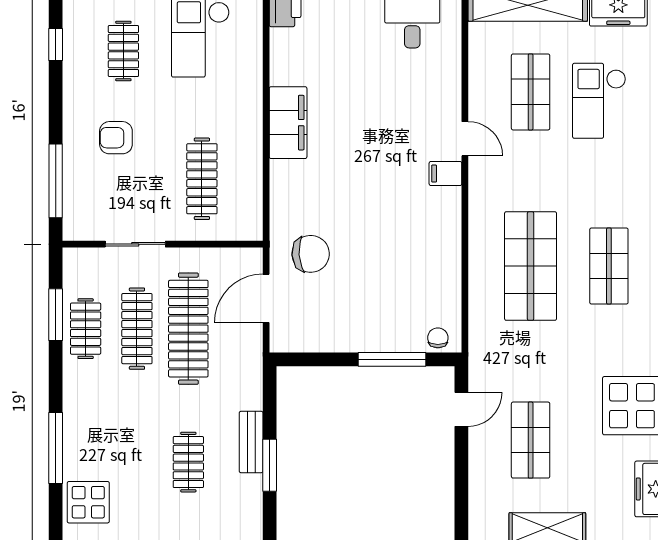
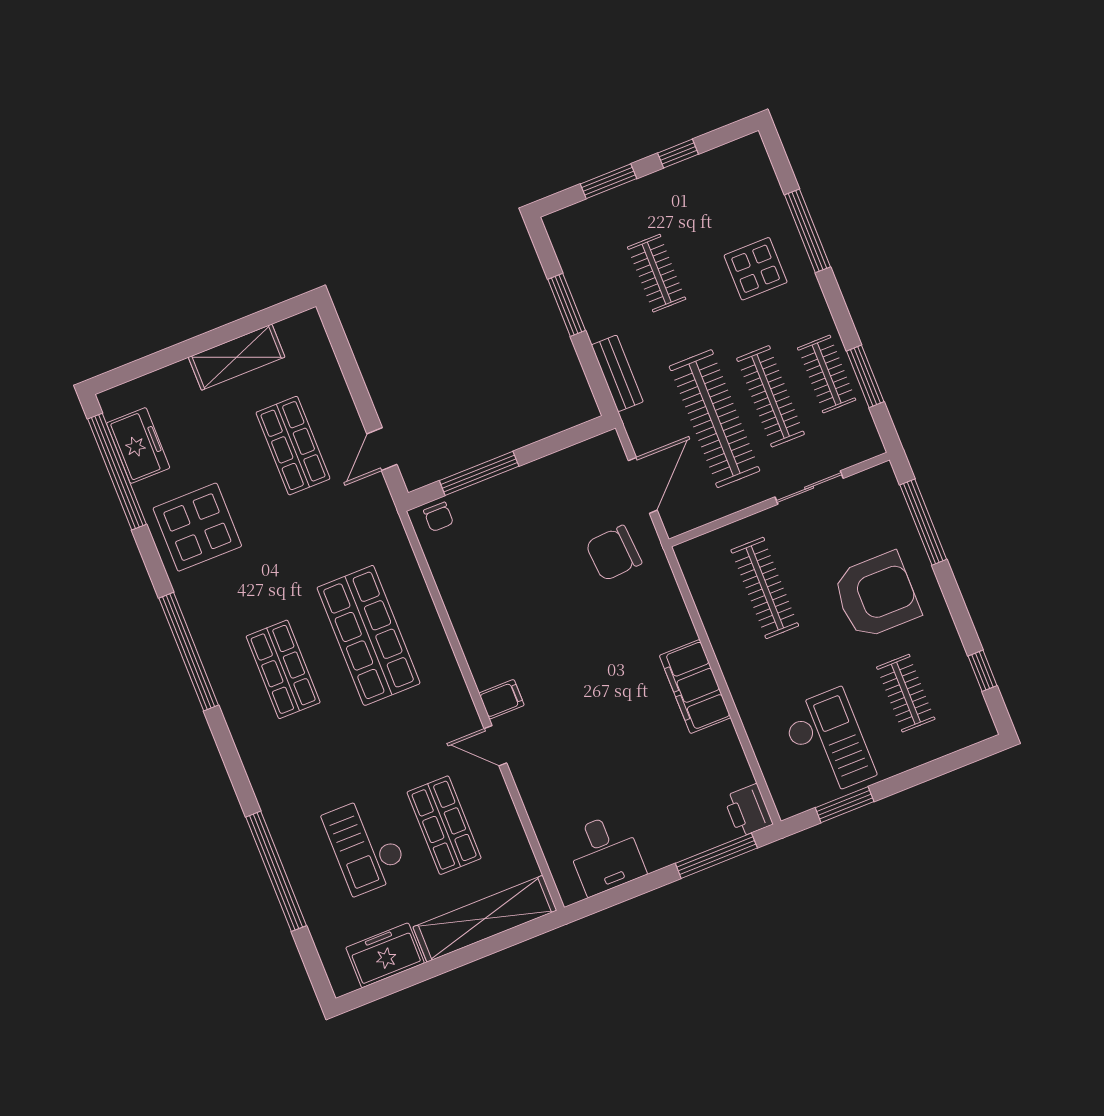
checkout: (599, 101) -> (365, 845), turned 180
armchair: (116, 138) -> (876, 595), width x1.88, depth x1.88
bench: (251, 442) -> (617, 373), moved
display table: (88, 502) -> (756, 269), moved

